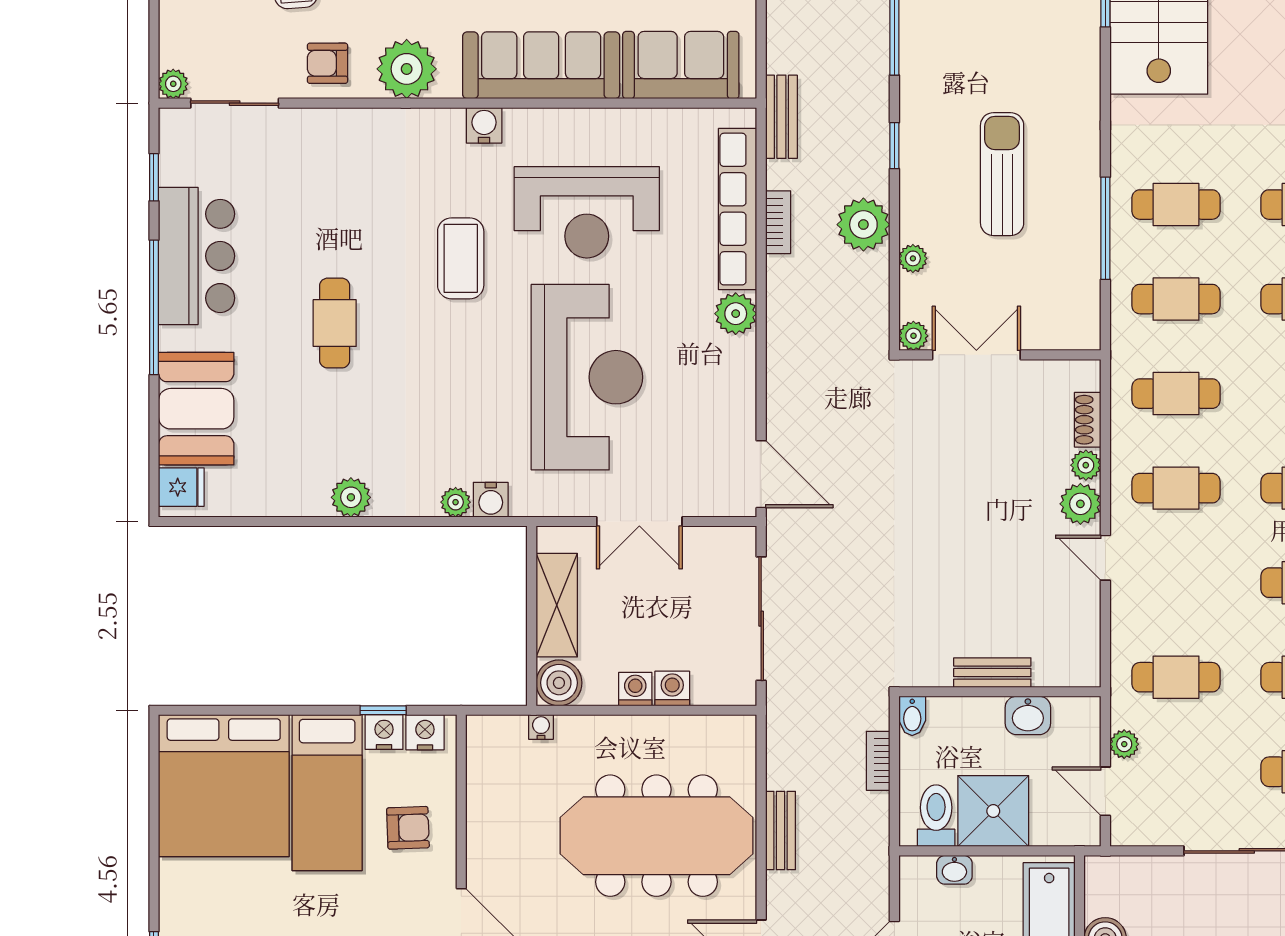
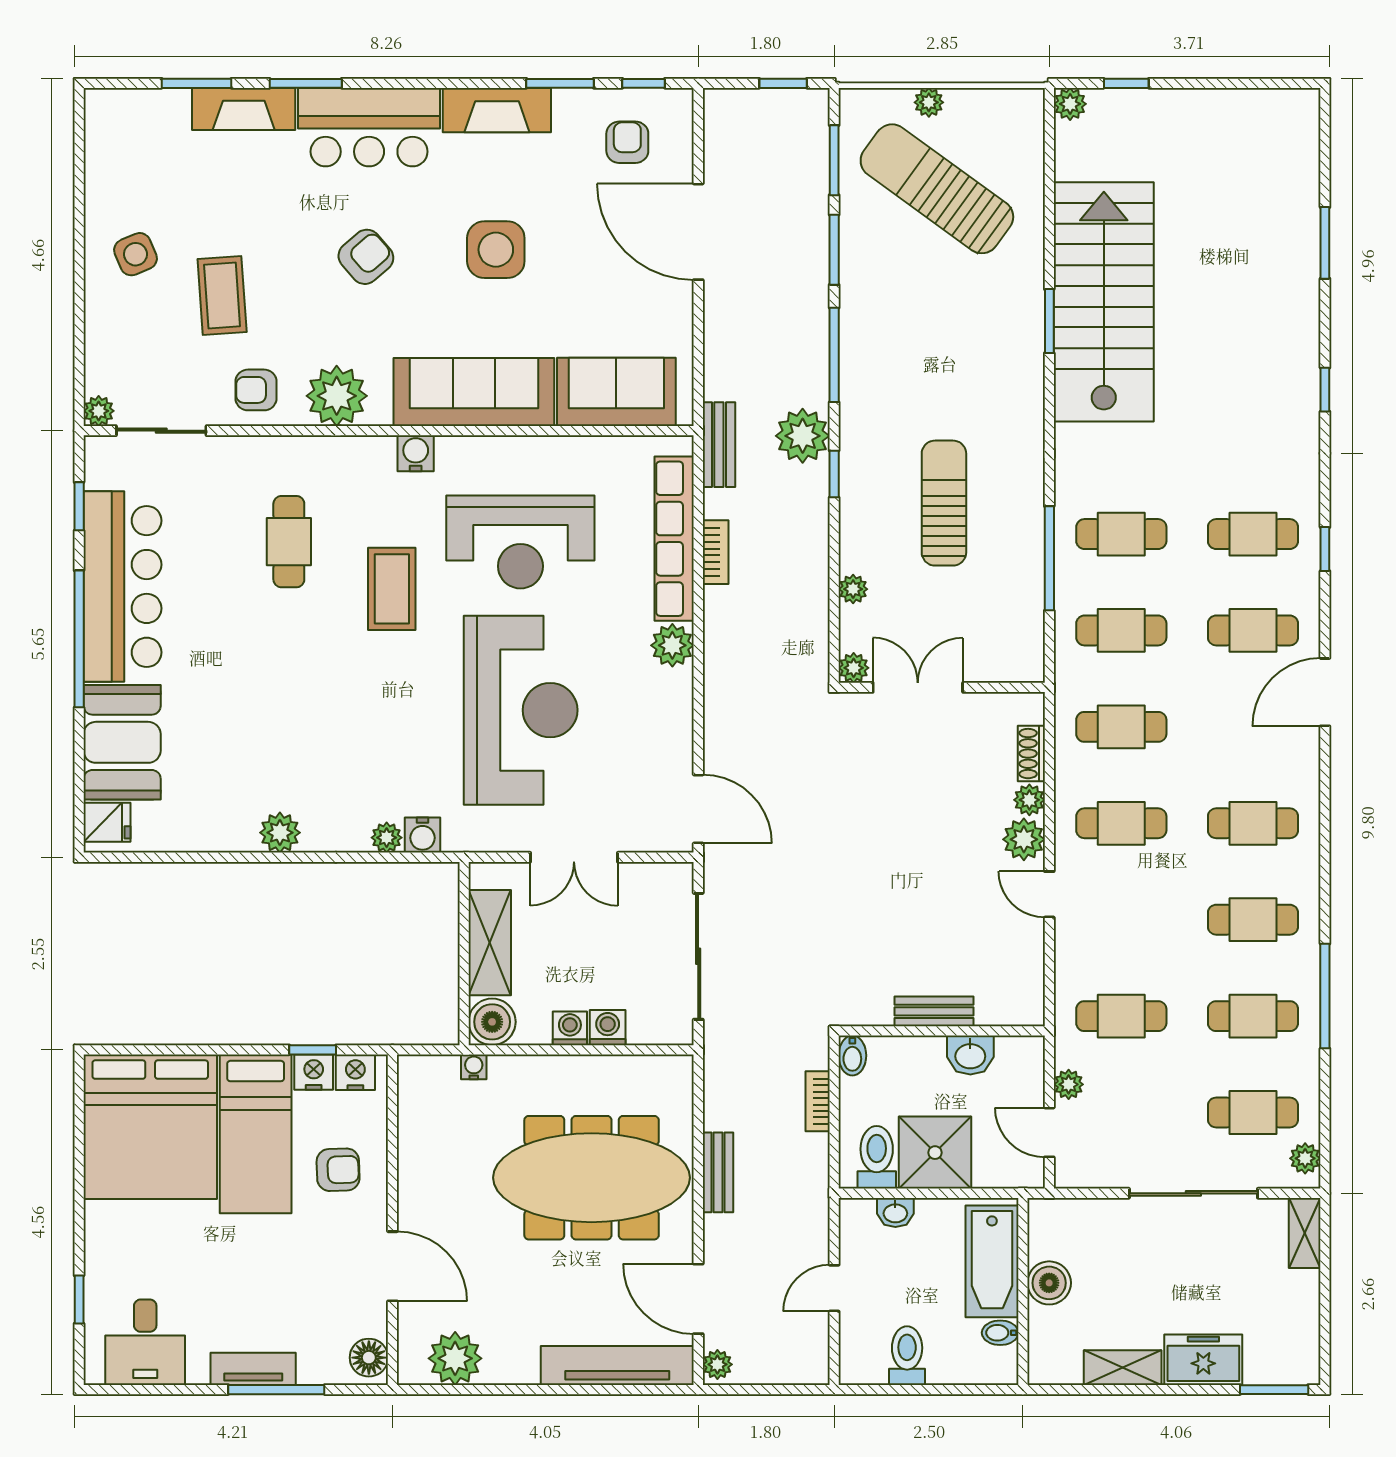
plant: (863, 225) -> (803, 436), moved
bar counter: (197, 256) -> (122, 586), width x1.36
cafe table: (335, 323) -> (289, 542), moved

